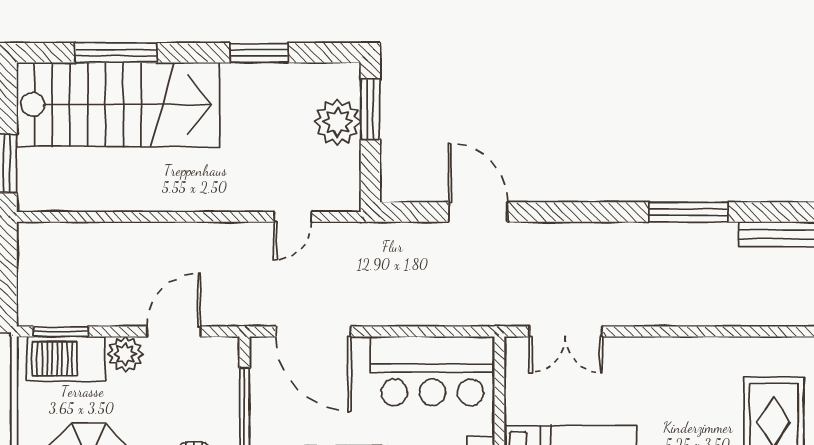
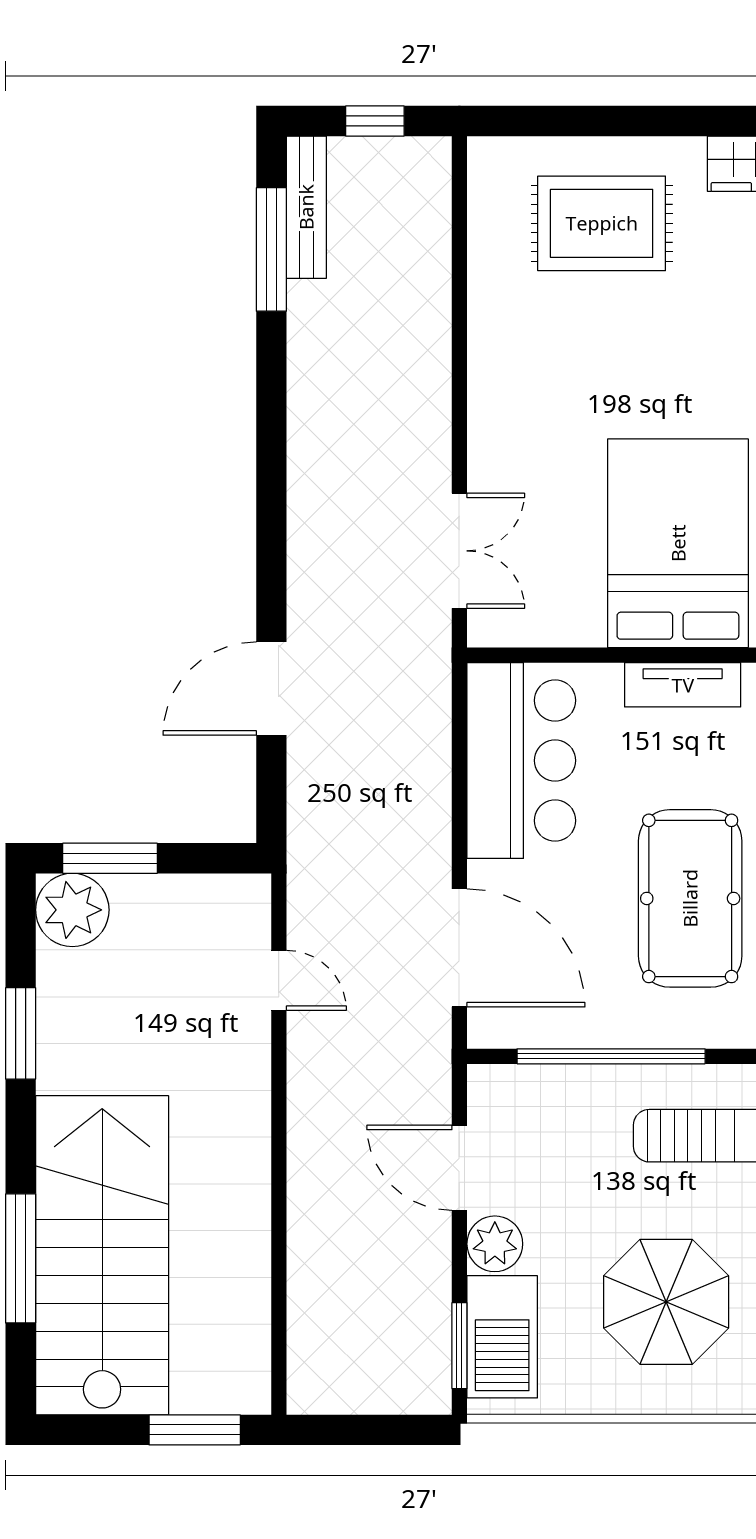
plant: (337, 122) -> (72, 910), moved
window: (688, 212) -> (271, 249), moved
door: (313, 332) -> (459, 948), hinge flipped

